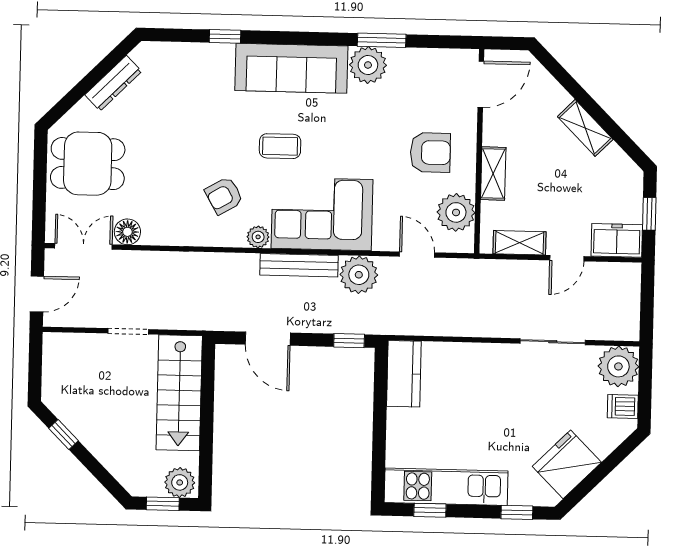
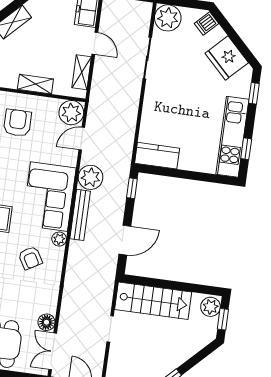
plant: (456, 212) -> (71, 113), moved
dishwasher: (623, 406) -> (206, 23), moved, turned 45

